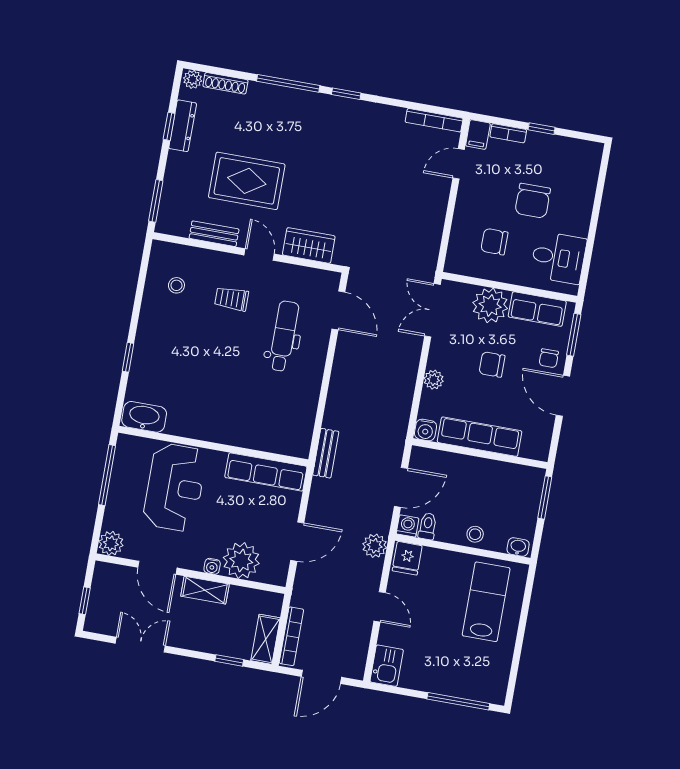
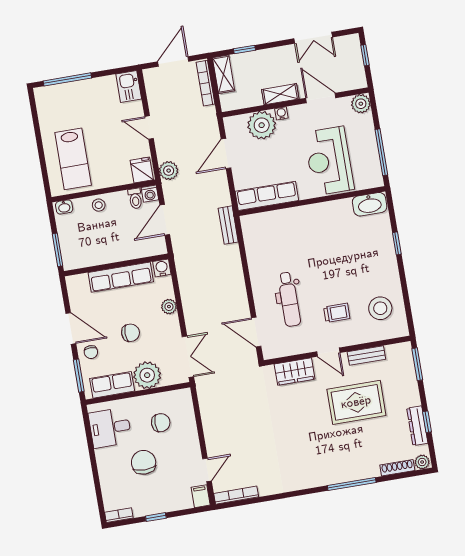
window: (346, 94) -> (307, 492), removed
bookcase: (508, 133) -> (119, 515), moved
stool: (176, 285) -> (380, 308), width x1.89, depth x1.89
chair: (549, 358) -> (91, 352), turned 180

